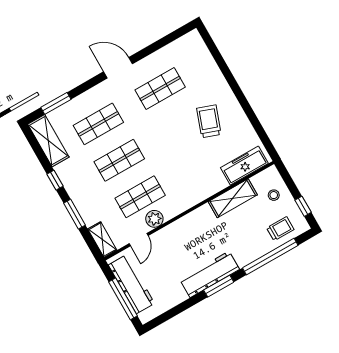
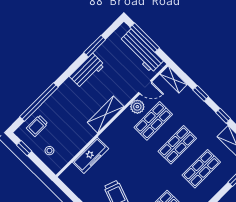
freezer: (244, 166) -> (91, 155), moved
shelving: (233, 198) -> (106, 114), moved
window: (74, 214) -> (201, 93), width x0.67
door: (139, 240) -> (145, 87), swing flipped
workbench: (210, 274) -> (87, 71), width x0.73
window: (219, 286) -> (95, 46), moved

